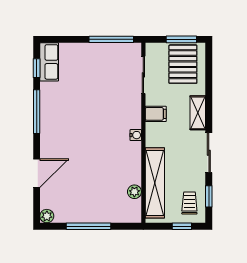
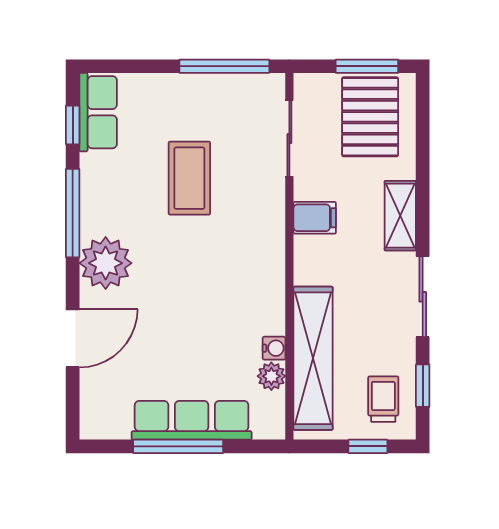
coffee table: (94, 94) -> (189, 178), added
water cooler: (136, 135) -> (274, 348), moved
row of seats: (95, 213) -> (192, 420), added
plant: (47, 216) -> (106, 263), moved, width x1.88, depth x1.88

